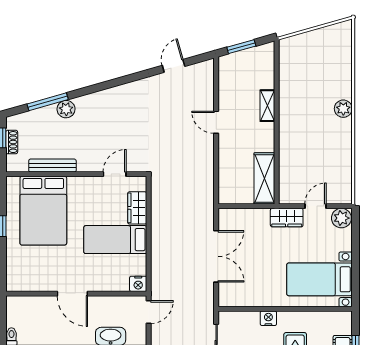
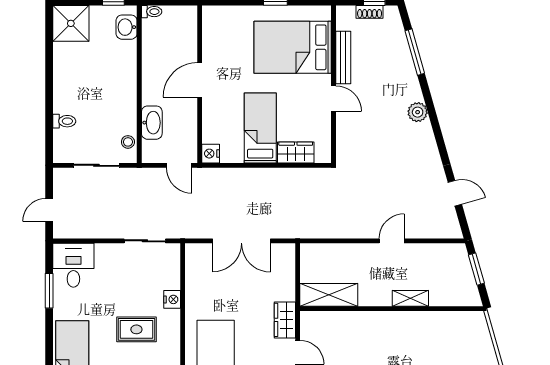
plant: (66, 109) -> (418, 112), moved
door: (115, 174) -> (333, 99), moved

